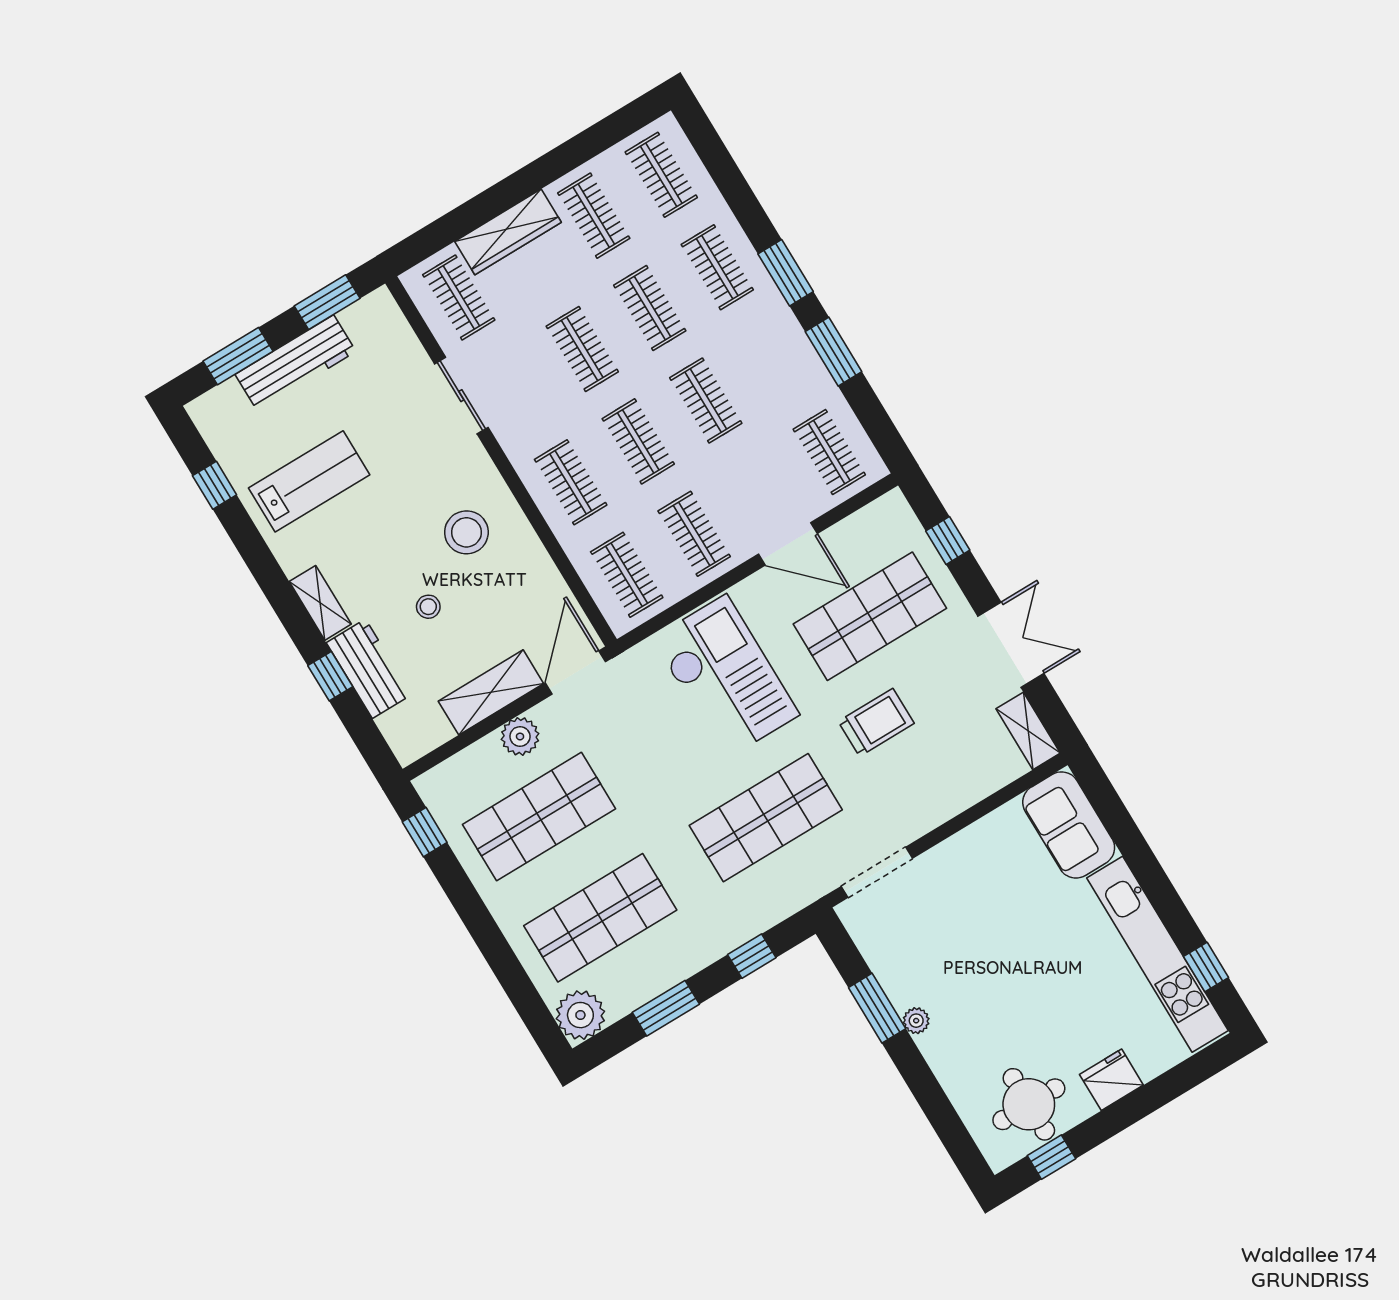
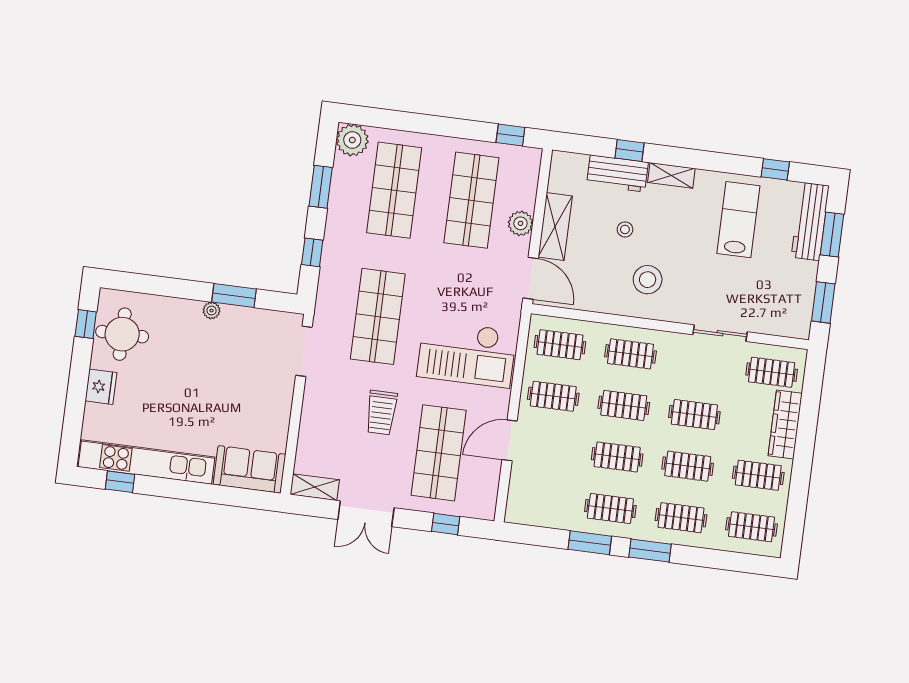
workbench: (296, 363) -> (810, 221), moved
clothes rail: (829, 452) -> (610, 509), moved
lab bench: (309, 481) -> (738, 220), turned 180

